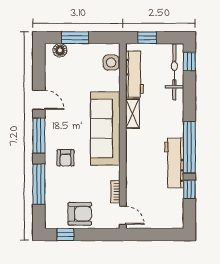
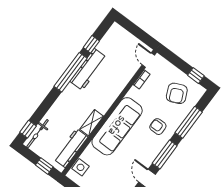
bicycle: (174, 72) -> (38, 134), width x0.73, depth x0.71
armchair: (66, 158) -> (158, 127), turned -90
armchair: (80, 214) -> (177, 93), moved, turned -114

